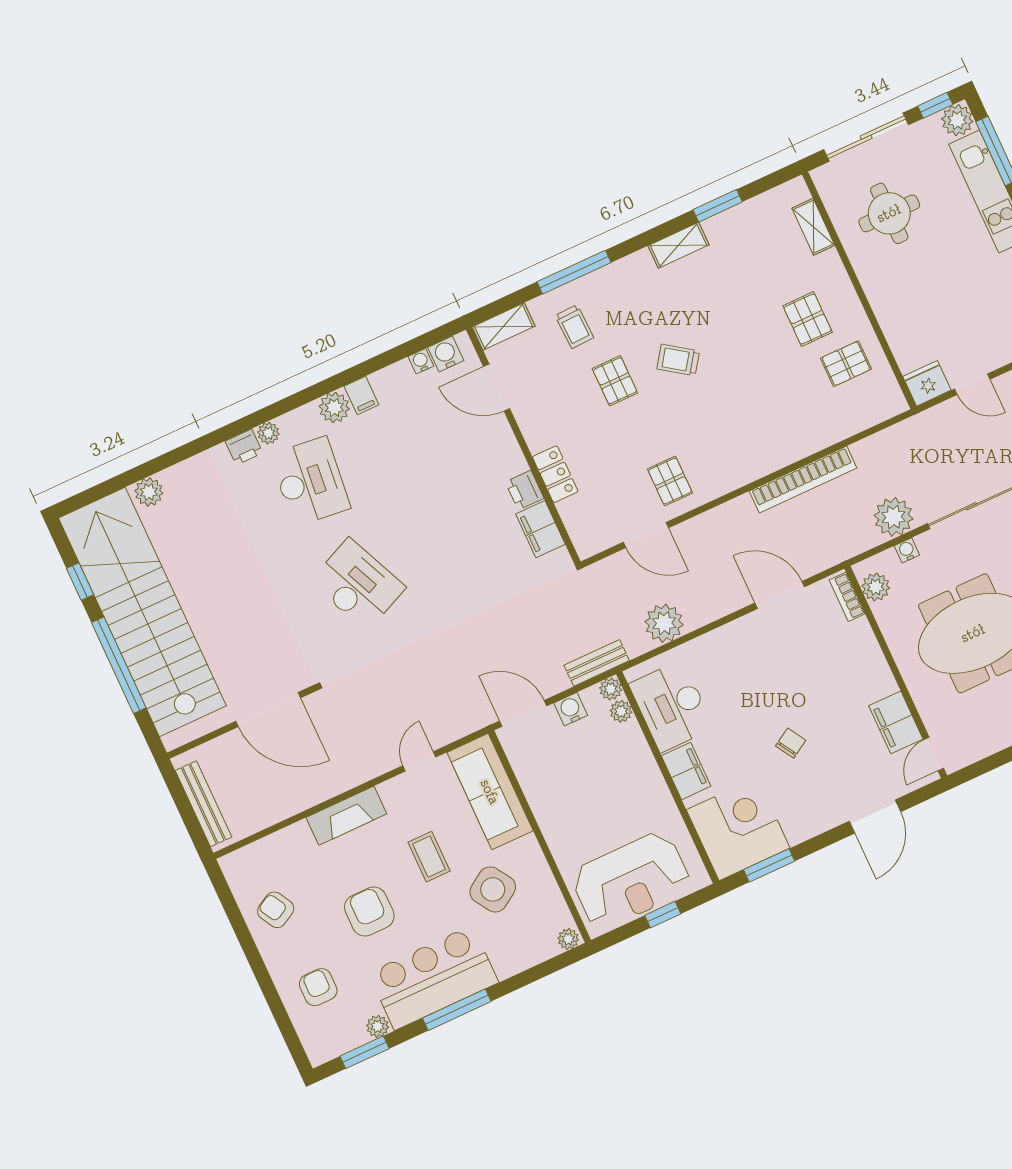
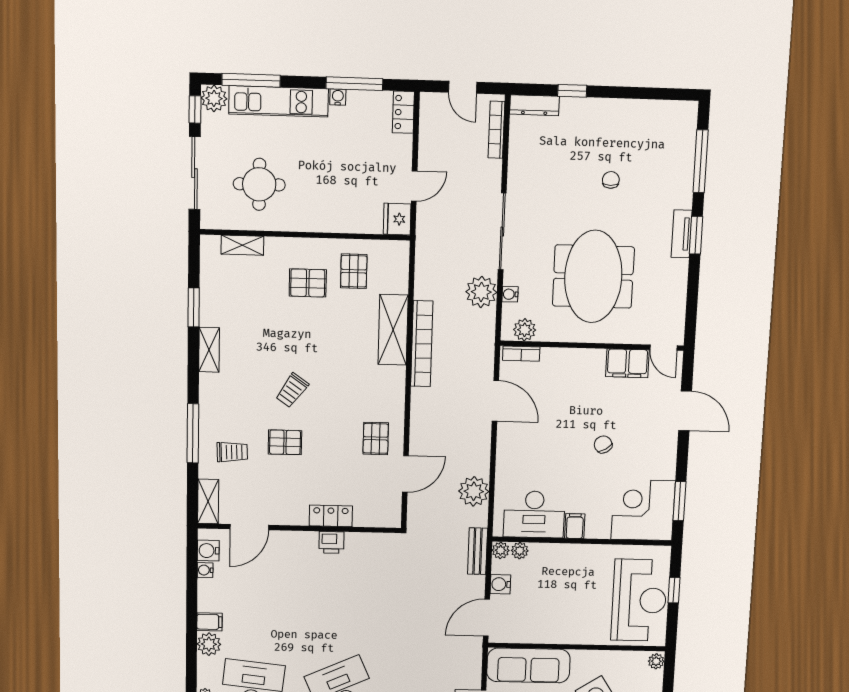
shelving: (803, 440) -> (393, 330), added
pallet: (670, 481) -> (376, 438), turned 90
filing cabinet: (540, 529) -> (364, 545), removed
door: (780, 595) -> (495, 401), swing flipped
filing cabinet: (686, 771) -> (575, 526), width x0.50

